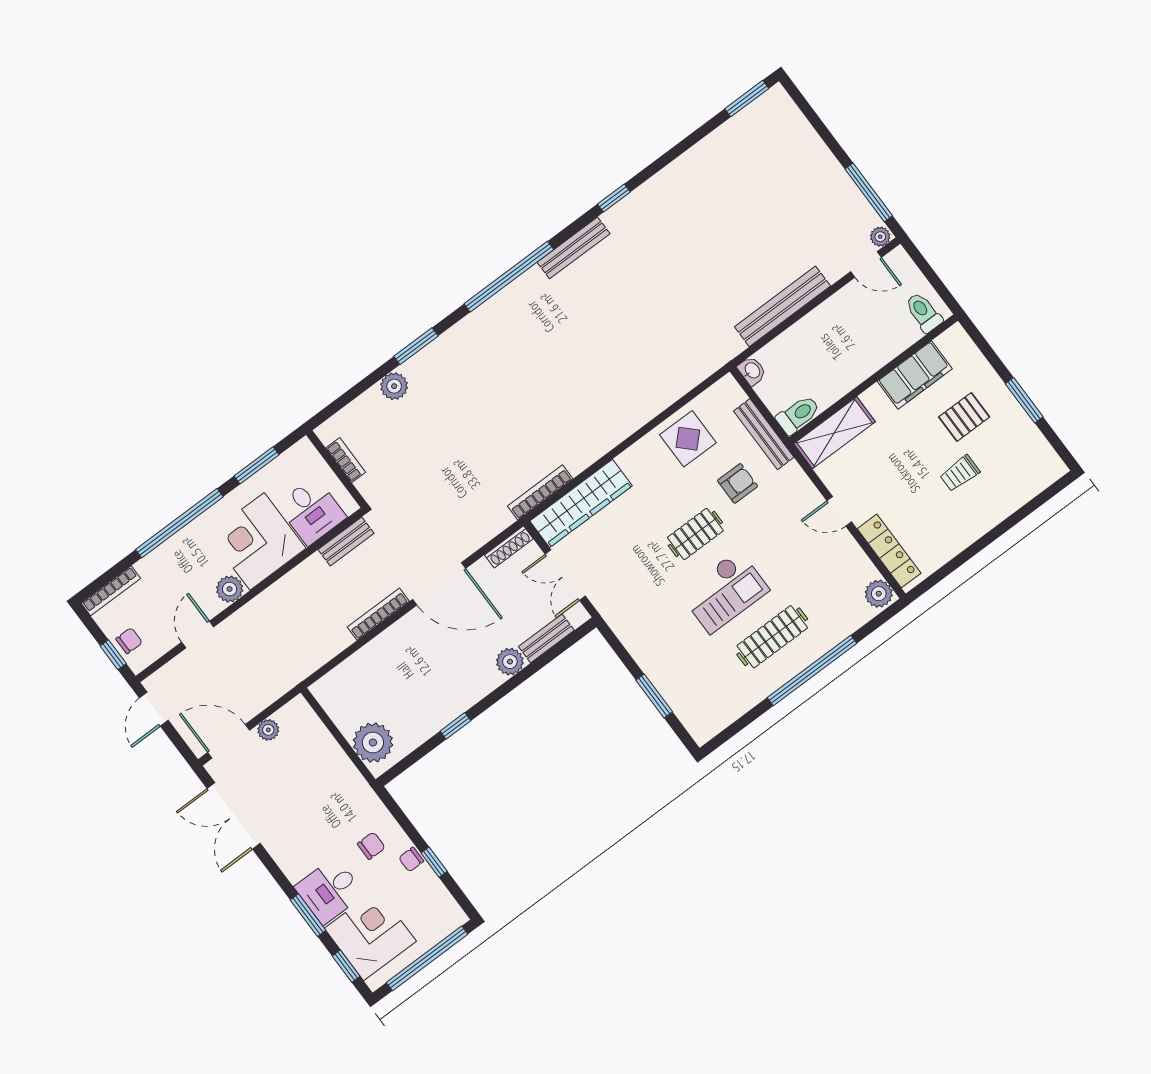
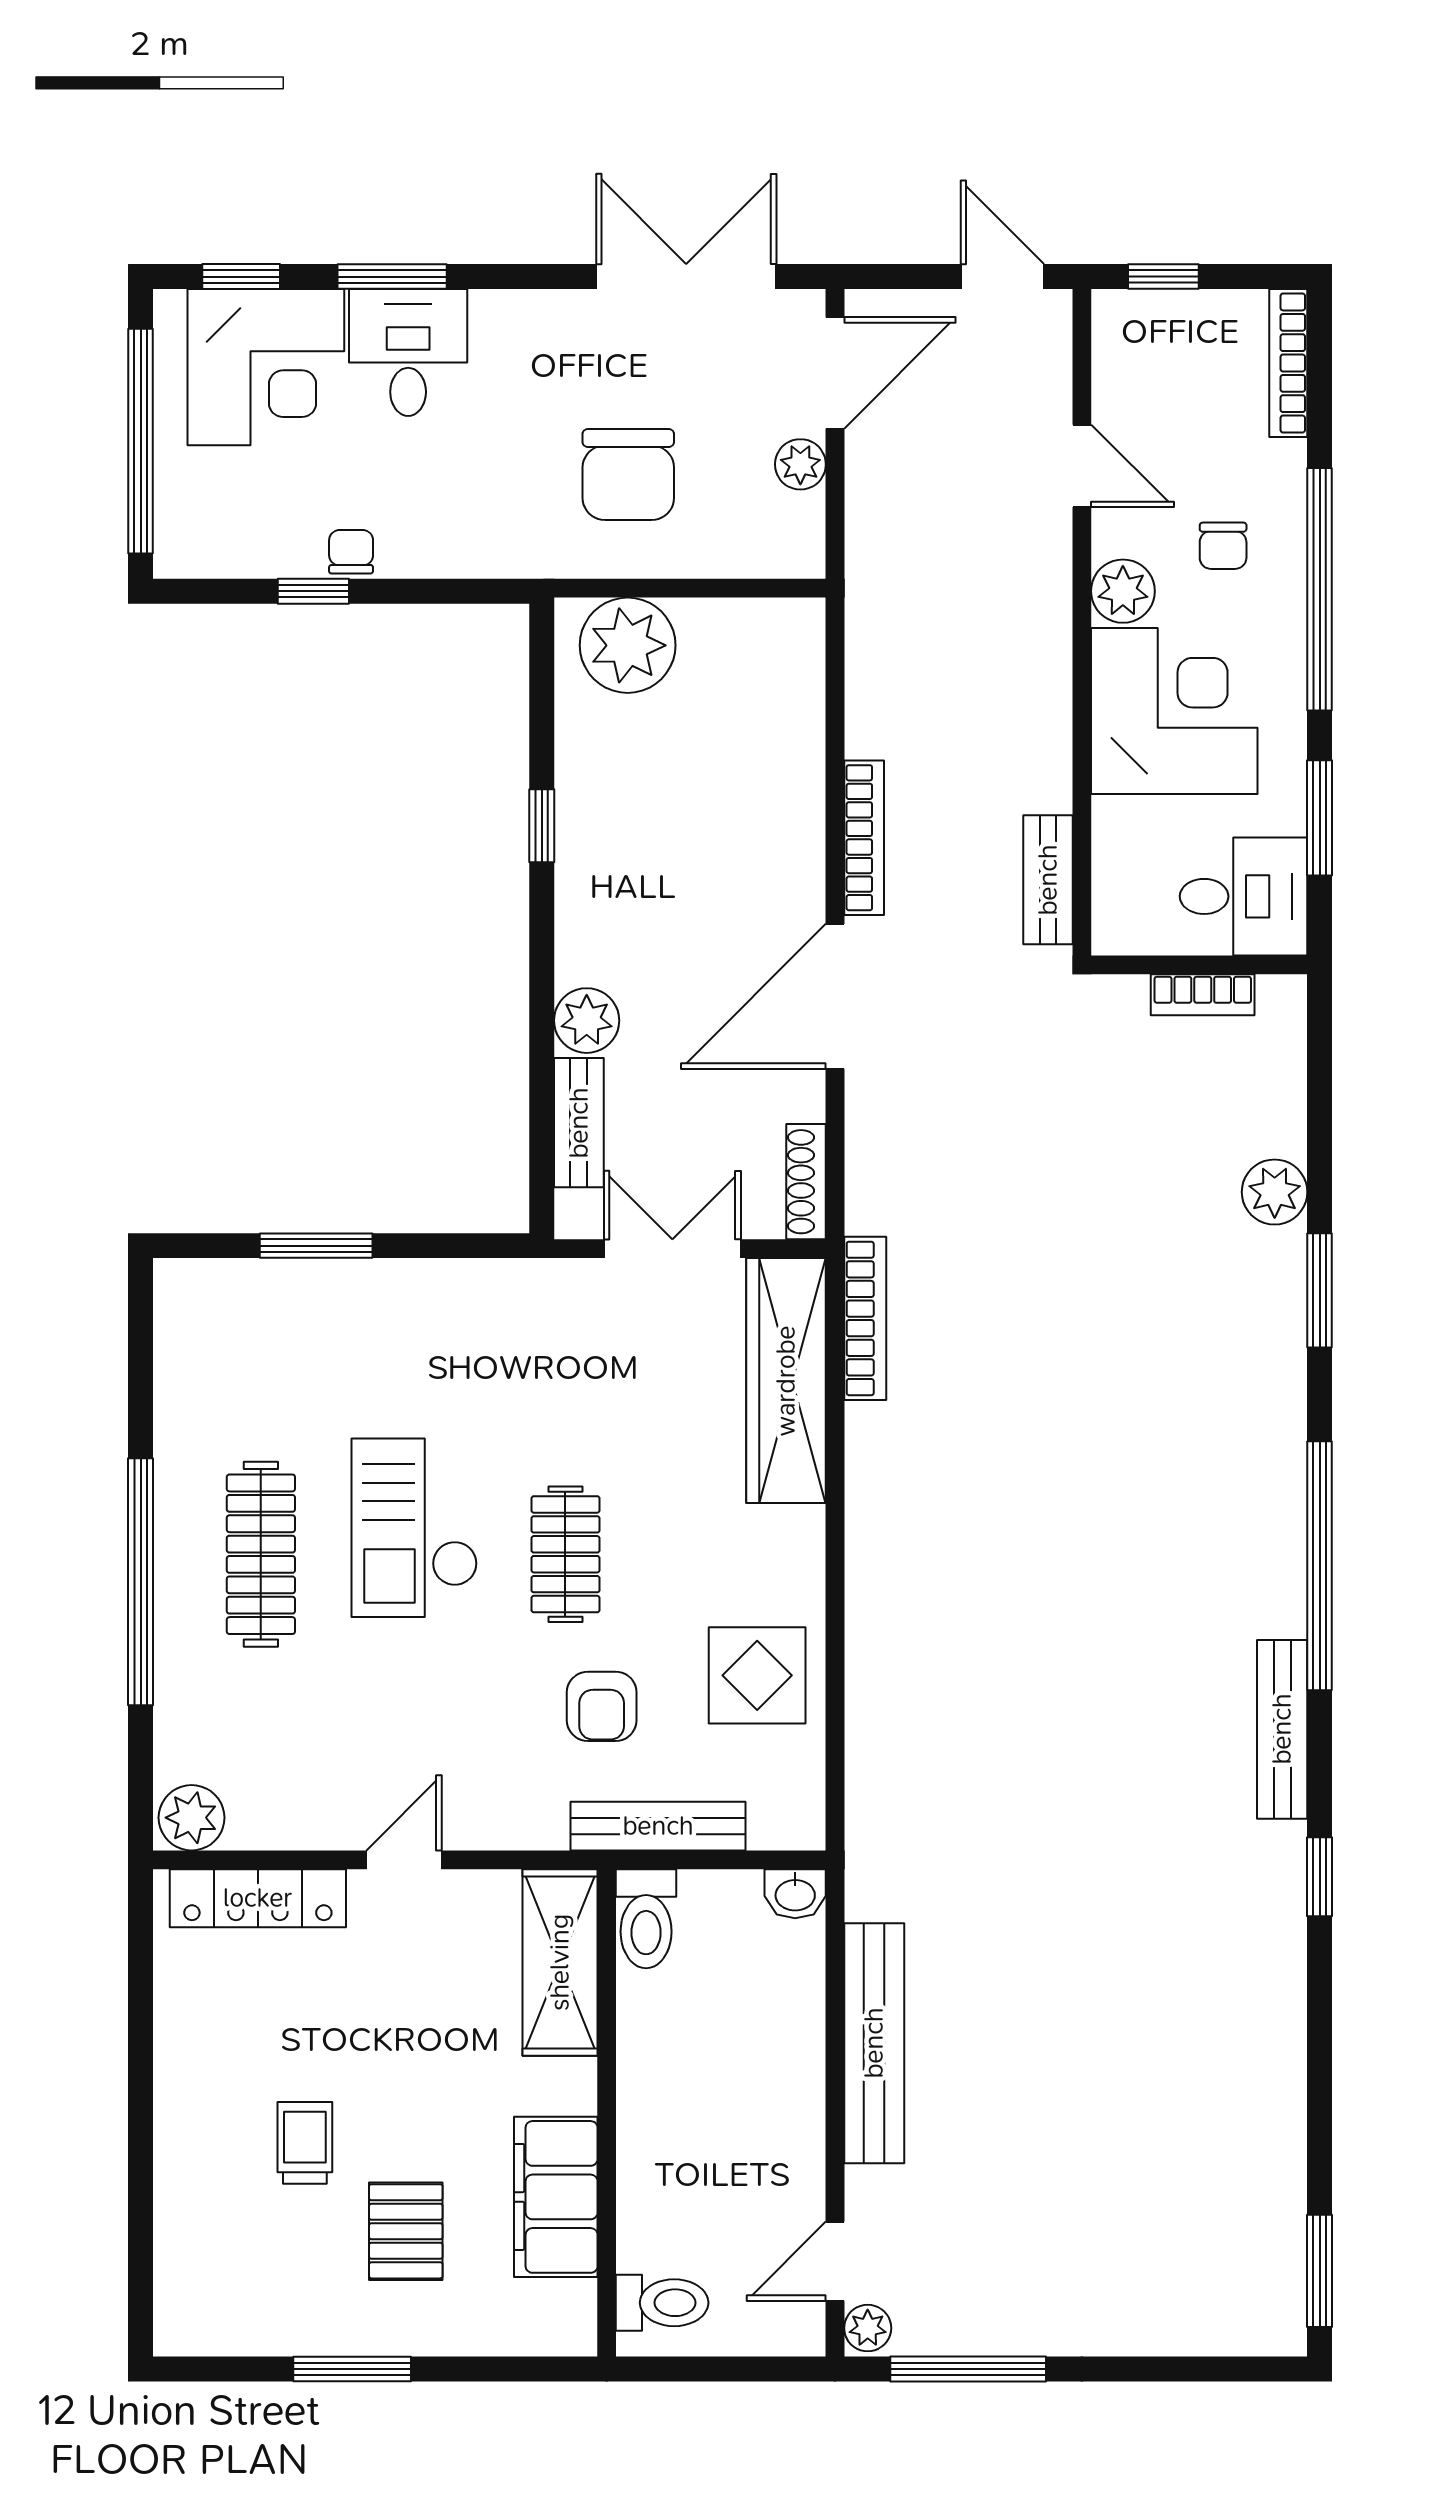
desk: (312, 511) -> (1244, 896), moved, turned 180
chair: (129, 641) -> (1223, 546), moved
chair: (371, 846) -> (628, 475), moved, width x1.87, depth x1.87

